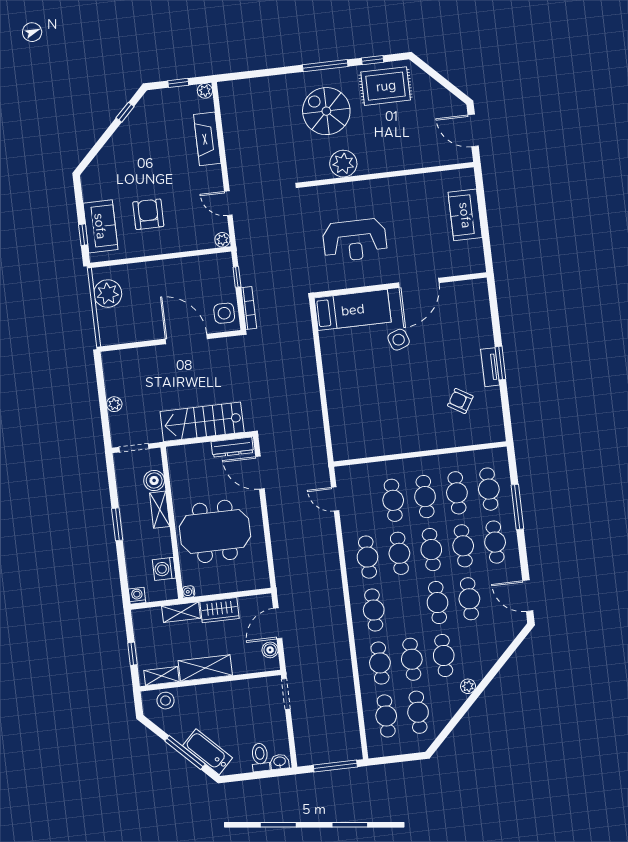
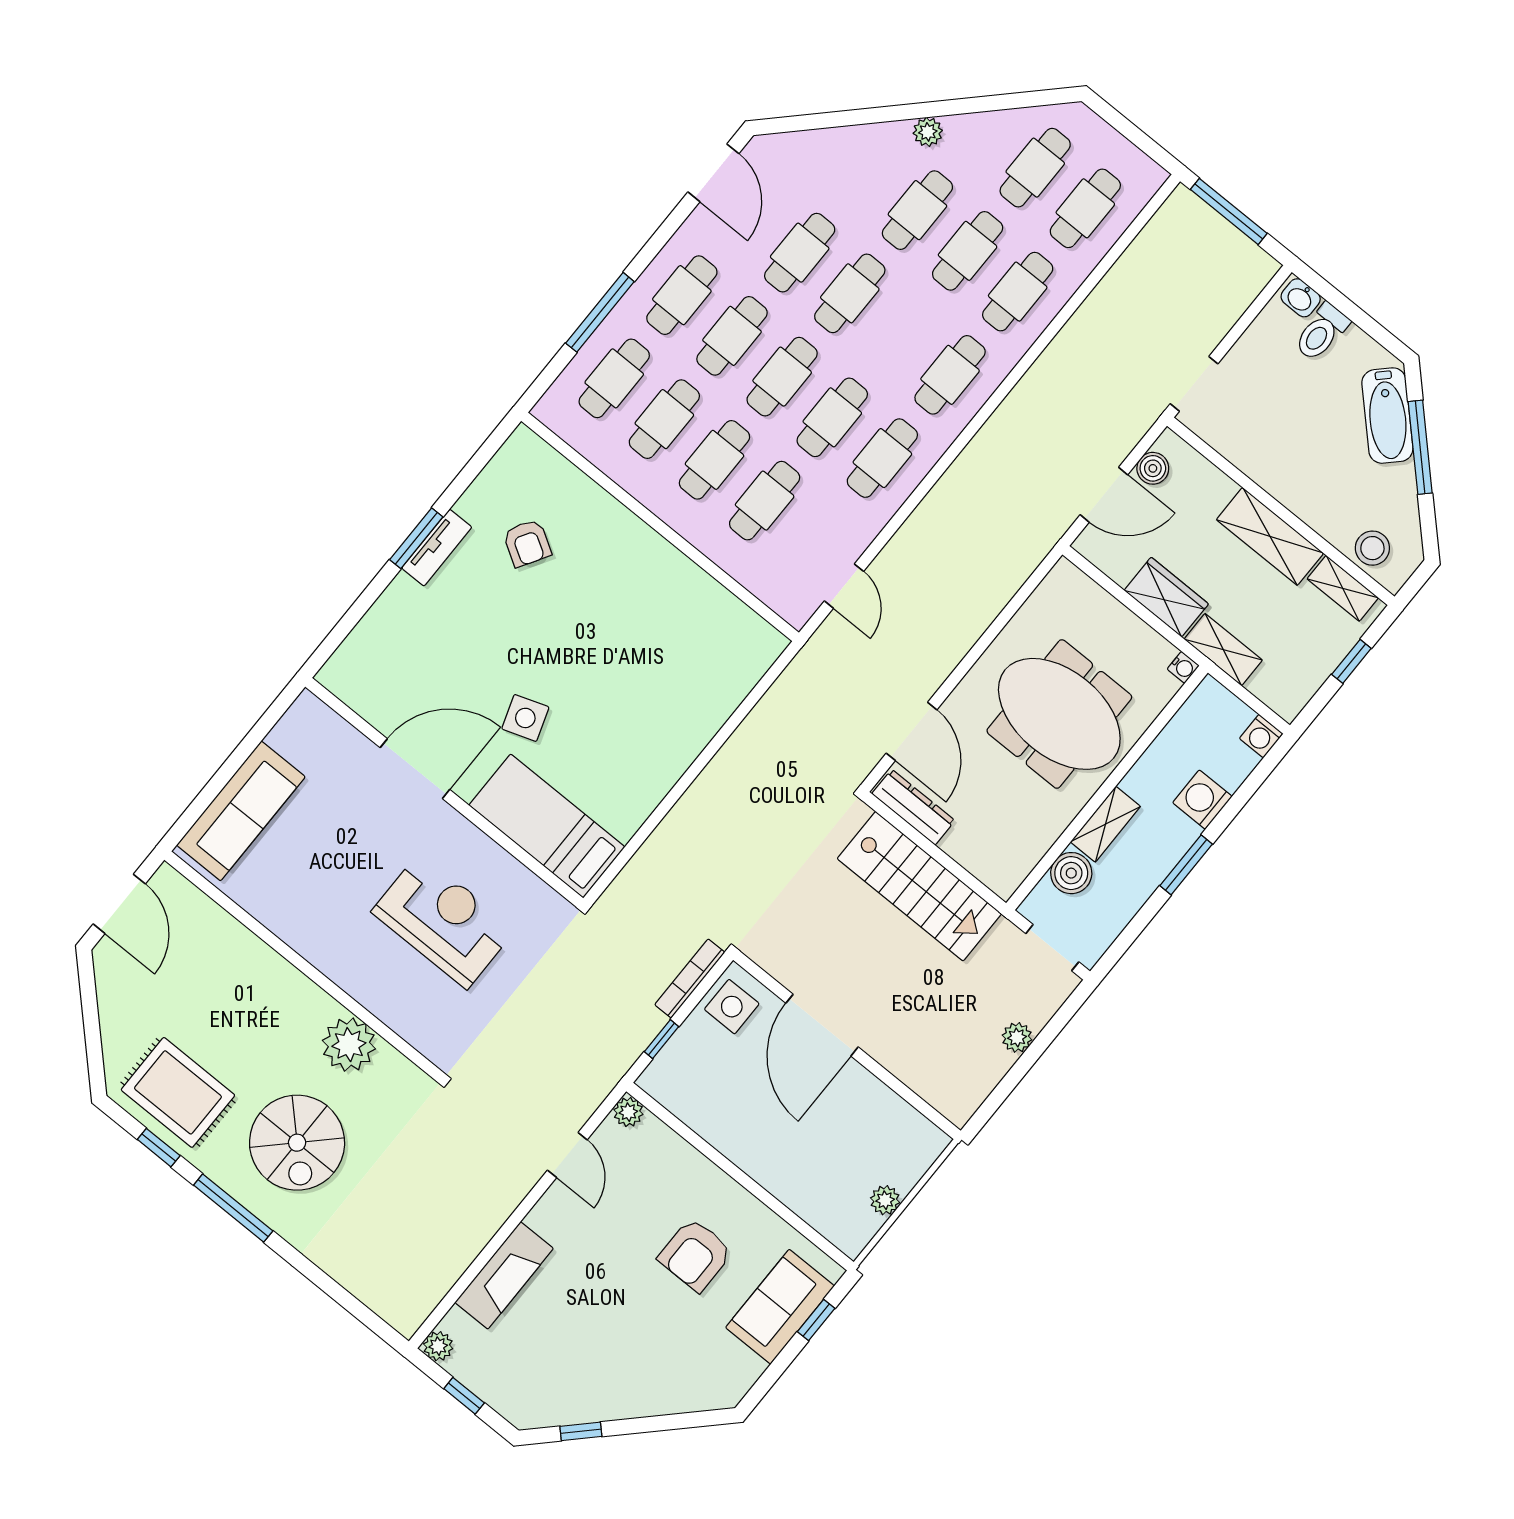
sofa: (465, 215) -> (241, 811), width x1.36
plant: (108, 294) -> (885, 1200), width x0.53, depth x0.53
washing machine: (164, 569) -> (1202, 800), moved, turned 180

